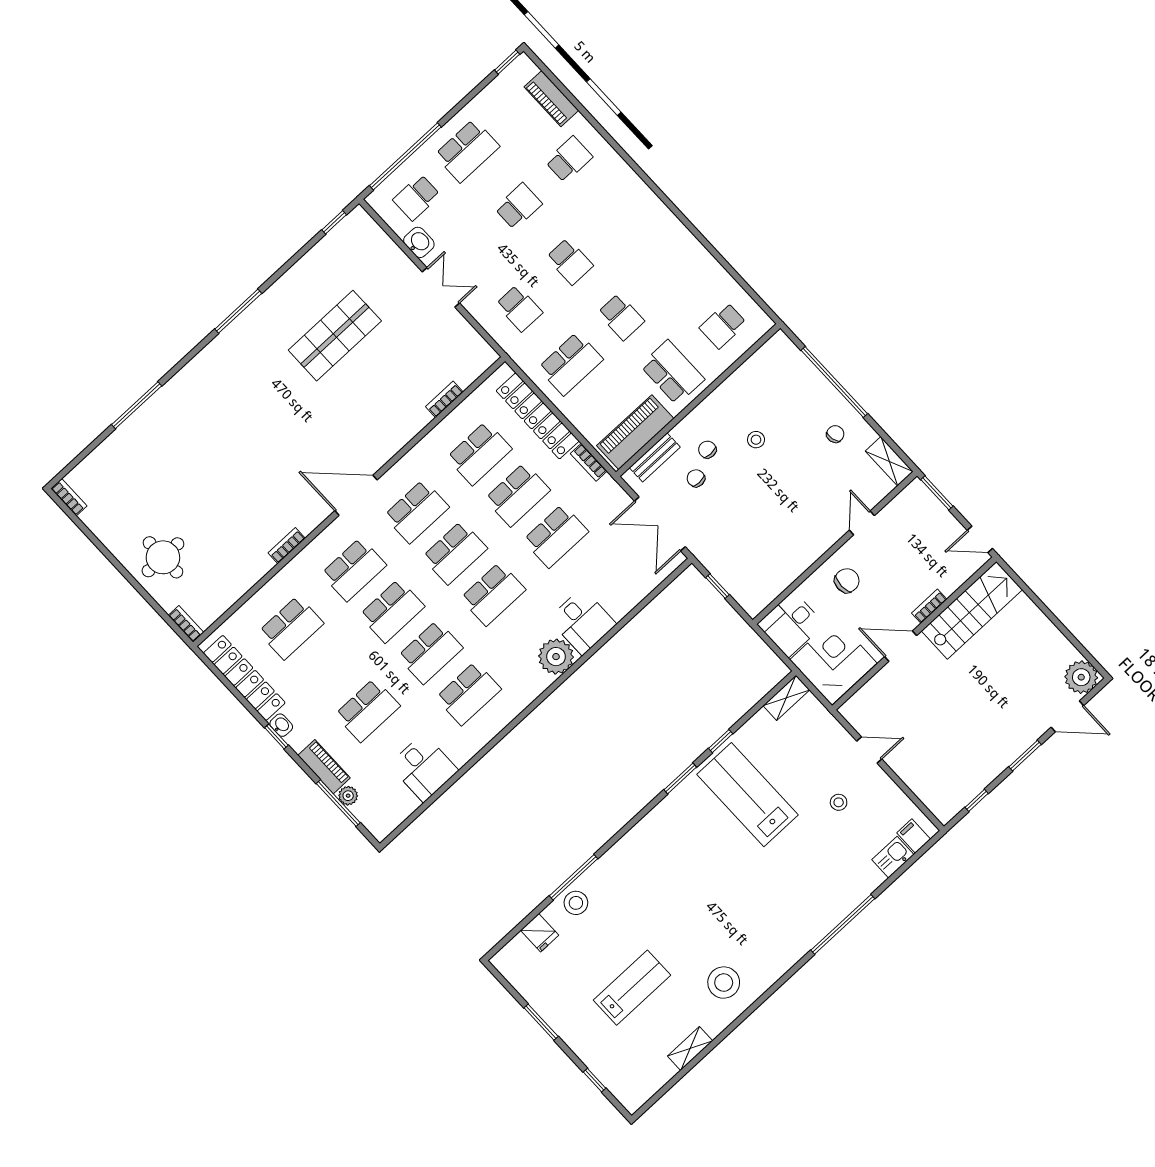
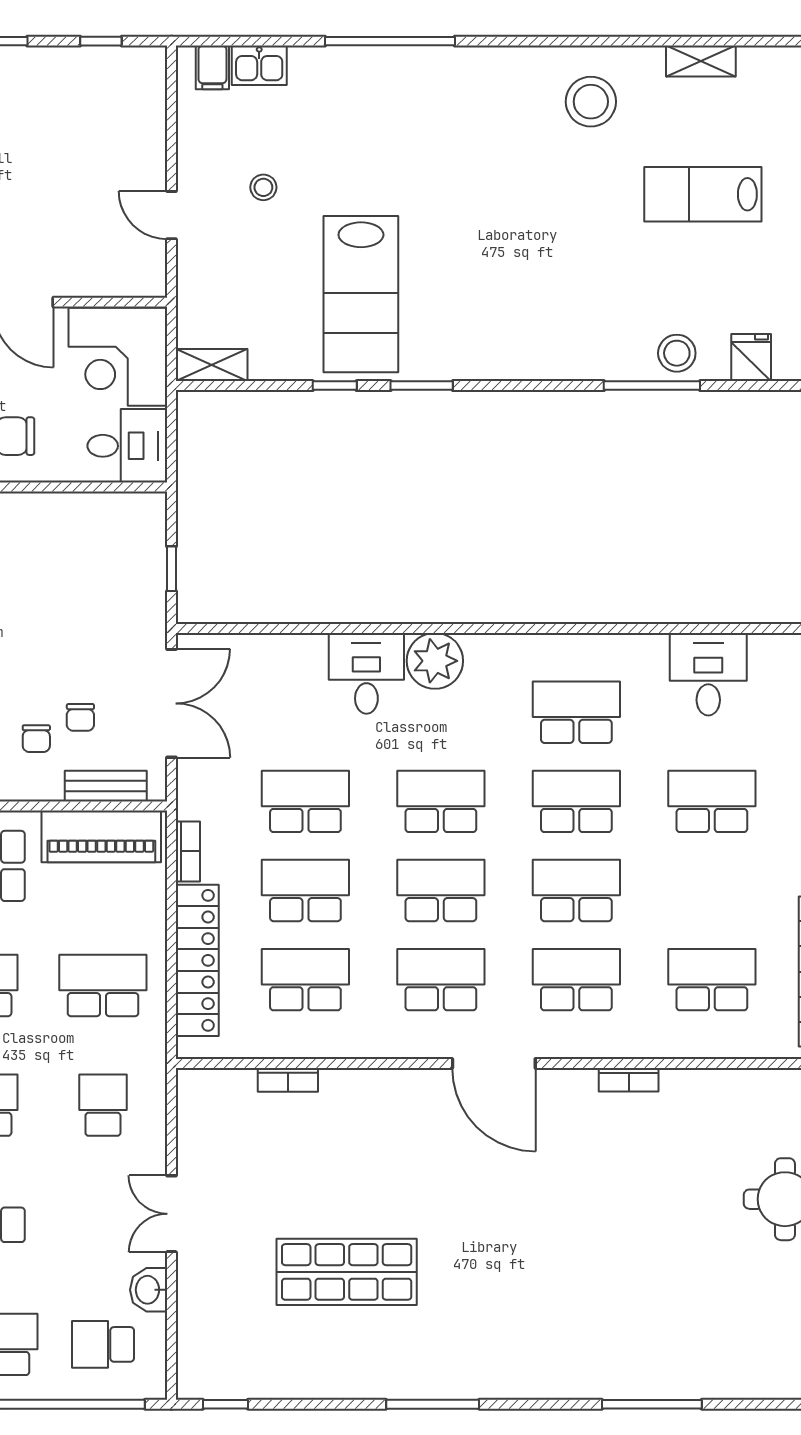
school desk: (417, 198) -> (103, 1344), turned 180

